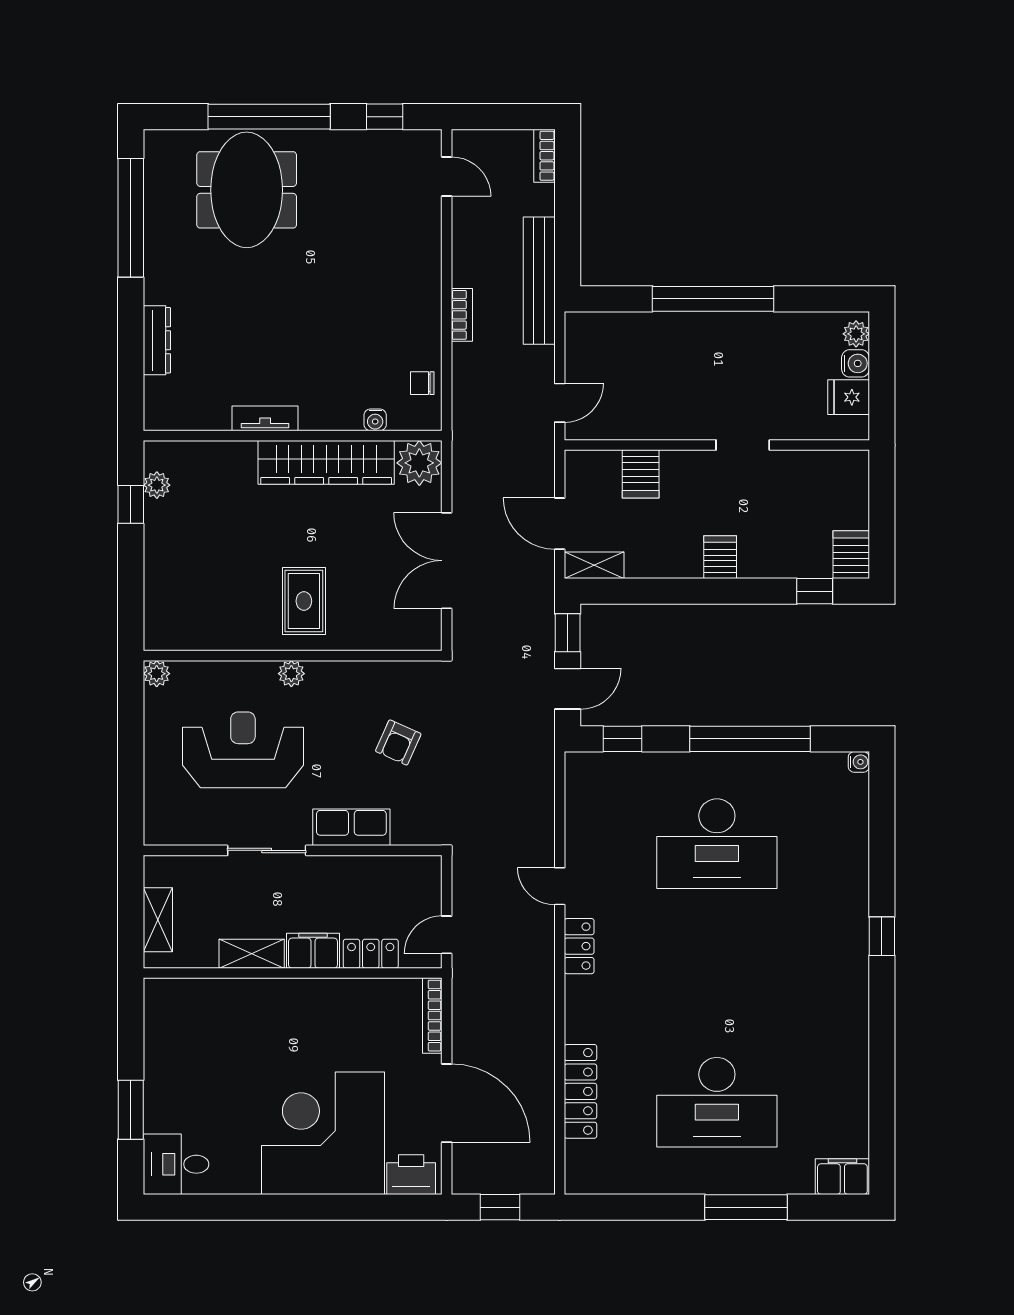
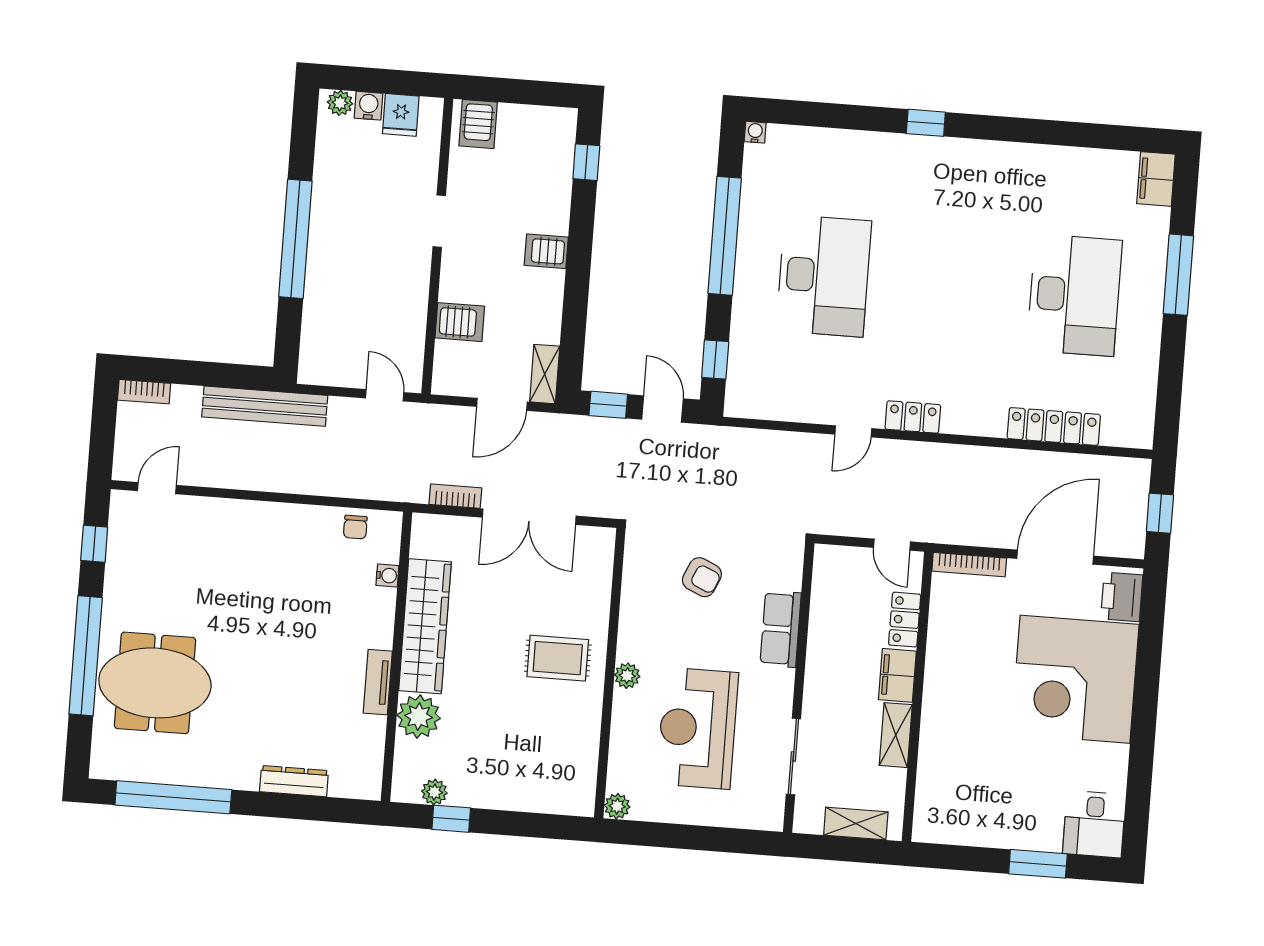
bookcase: (462, 315) -> (455, 496), moved
plant: (419, 463) -> (419, 717), moved
server rack: (851, 555) -> (478, 124), moved, turned -90
sliding door: (267, 850) -> (793, 756), moved

